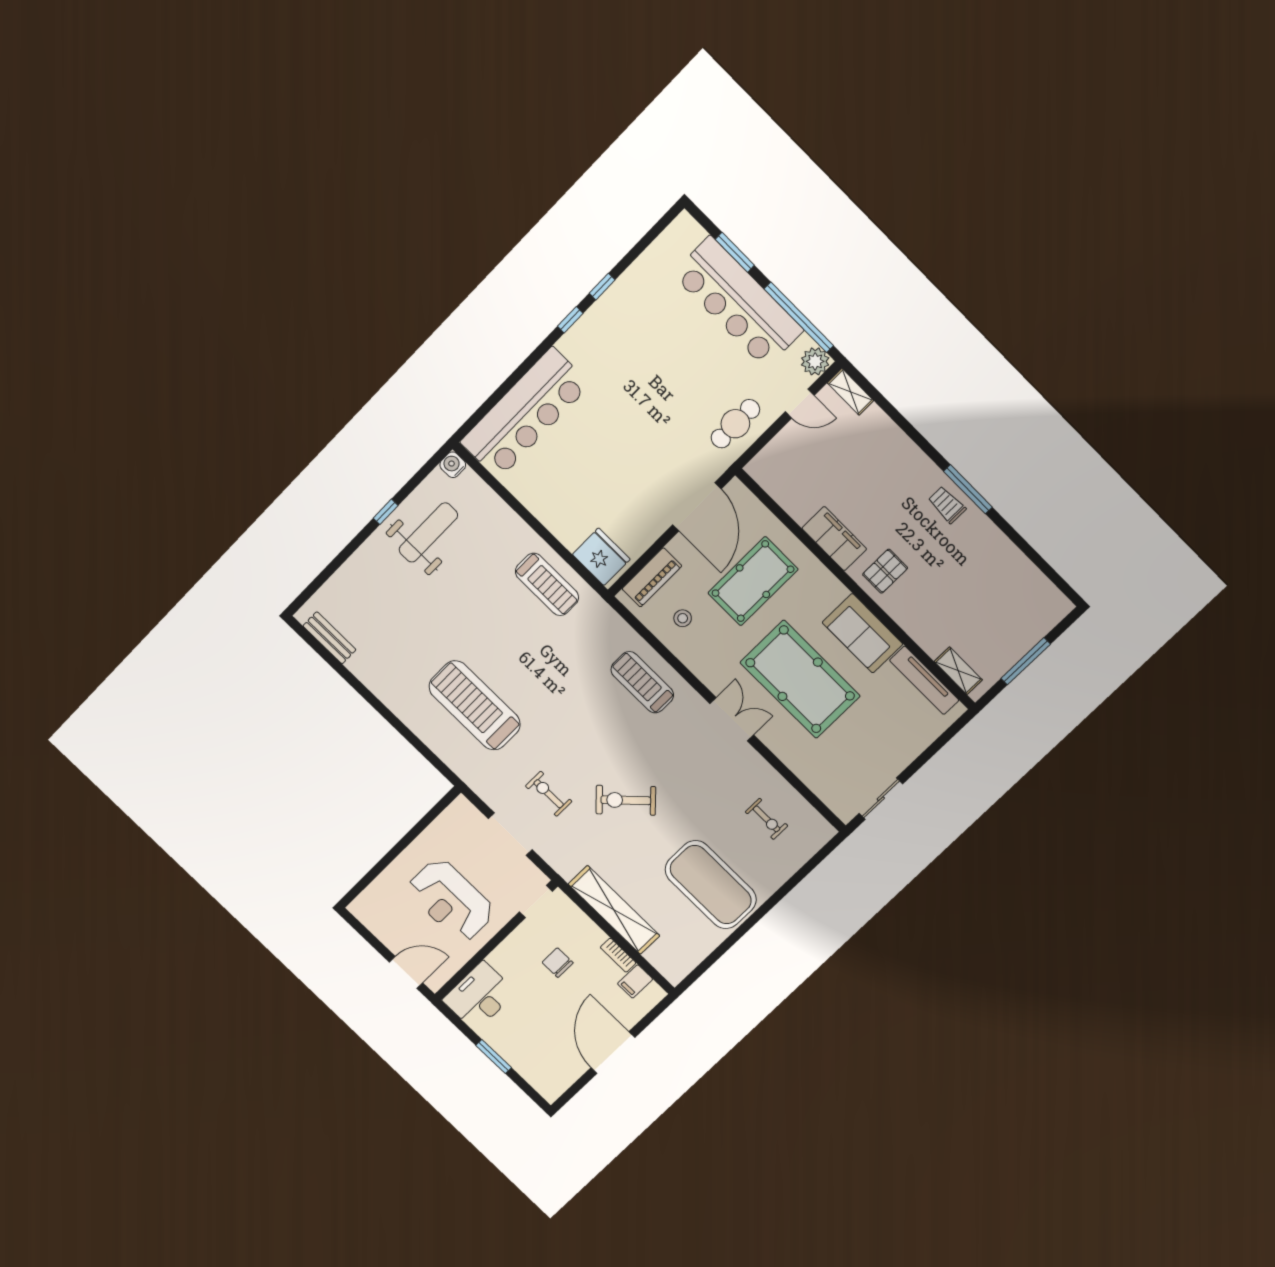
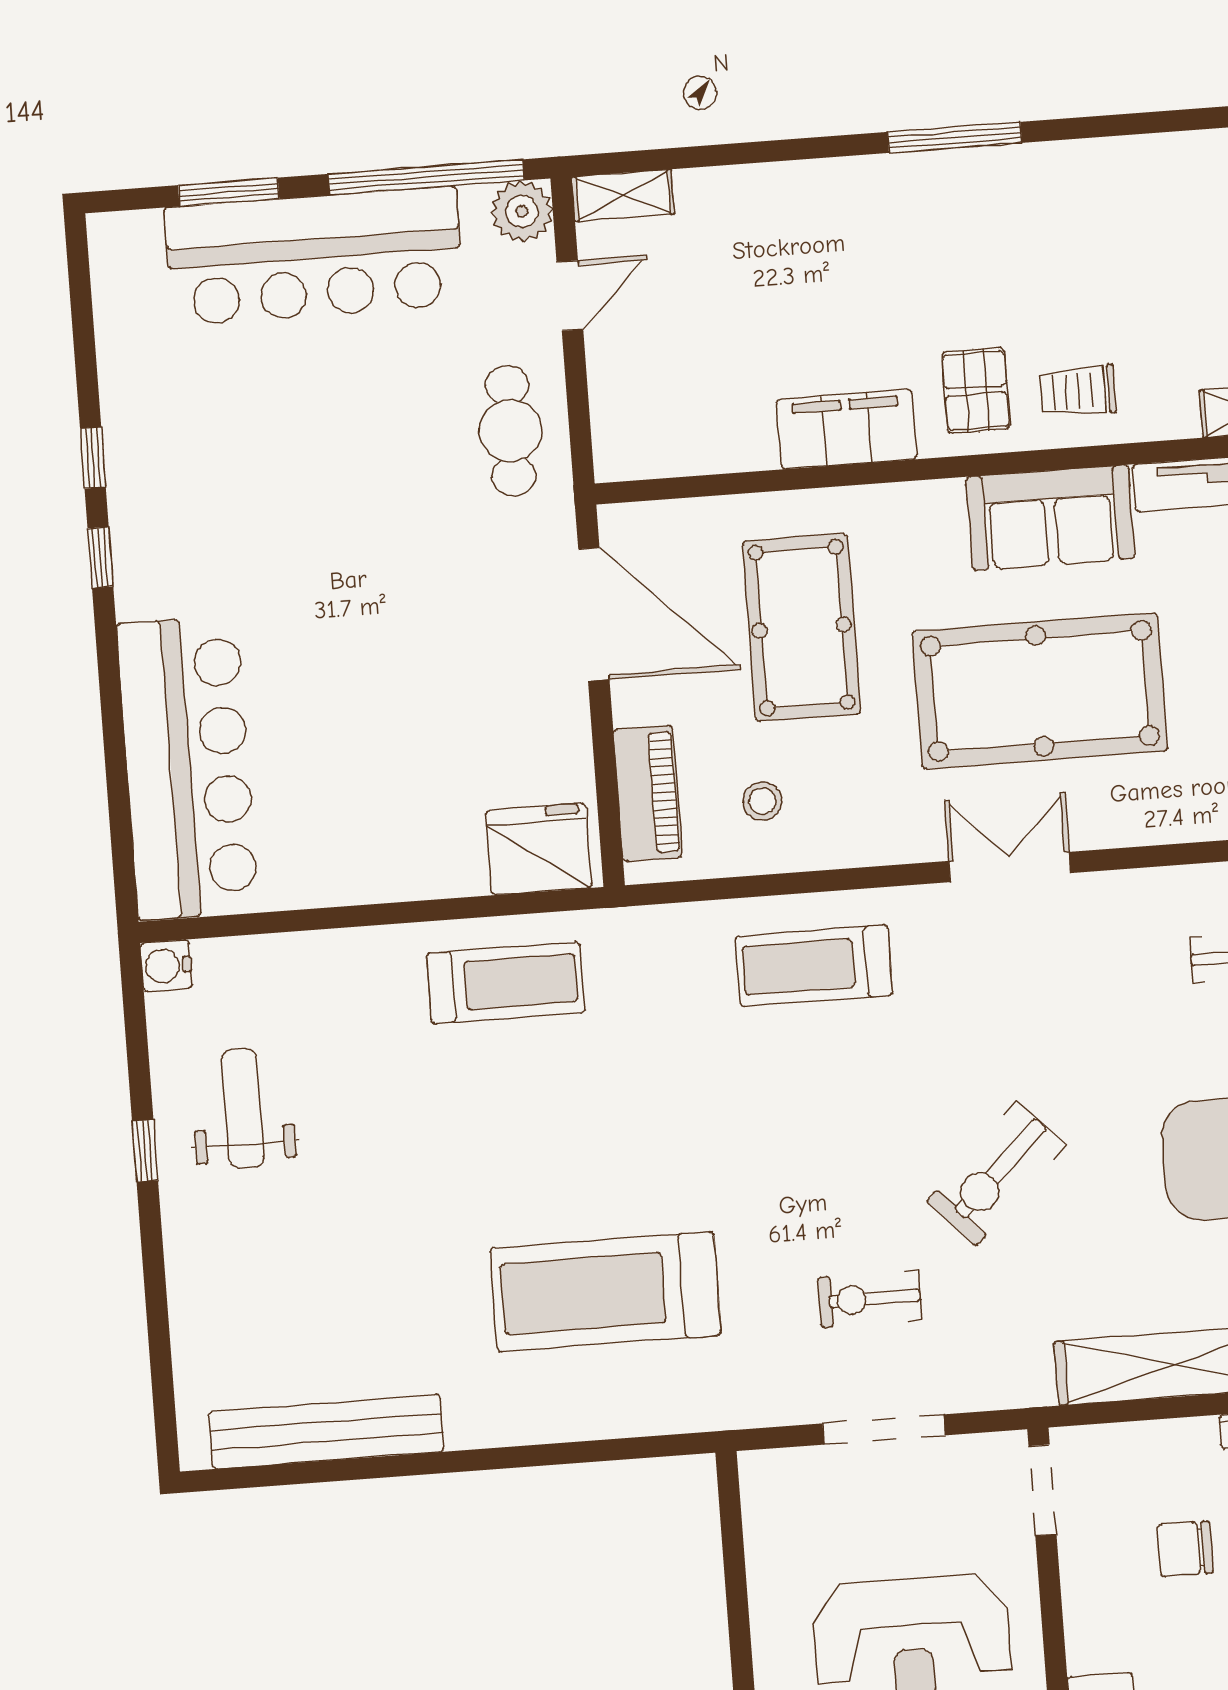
trolley: (947, 505) -> (1078, 391), moved
weight bench: (428, 532) -> (243, 1108), width x0.73, depth x0.75
bench: (329, 638) -> (326, 1432), width x1.86, depth x1.21

